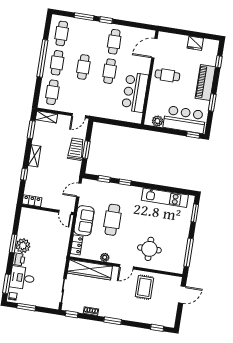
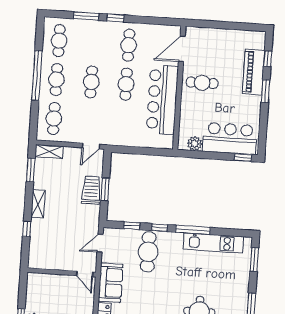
fridge: (195, 43) -> (235, 37), removed
piano: (205, 82) -> (254, 72), moved
bar counter: (135, 92) -> (162, 100), width x1.36
window: (212, 102) -> (265, 91), moved
window: (150, 186) -> (193, 230), added
locker: (32, 201) -> (40, 263), removed
cafe table: (112, 220) -> (148, 252), moved

